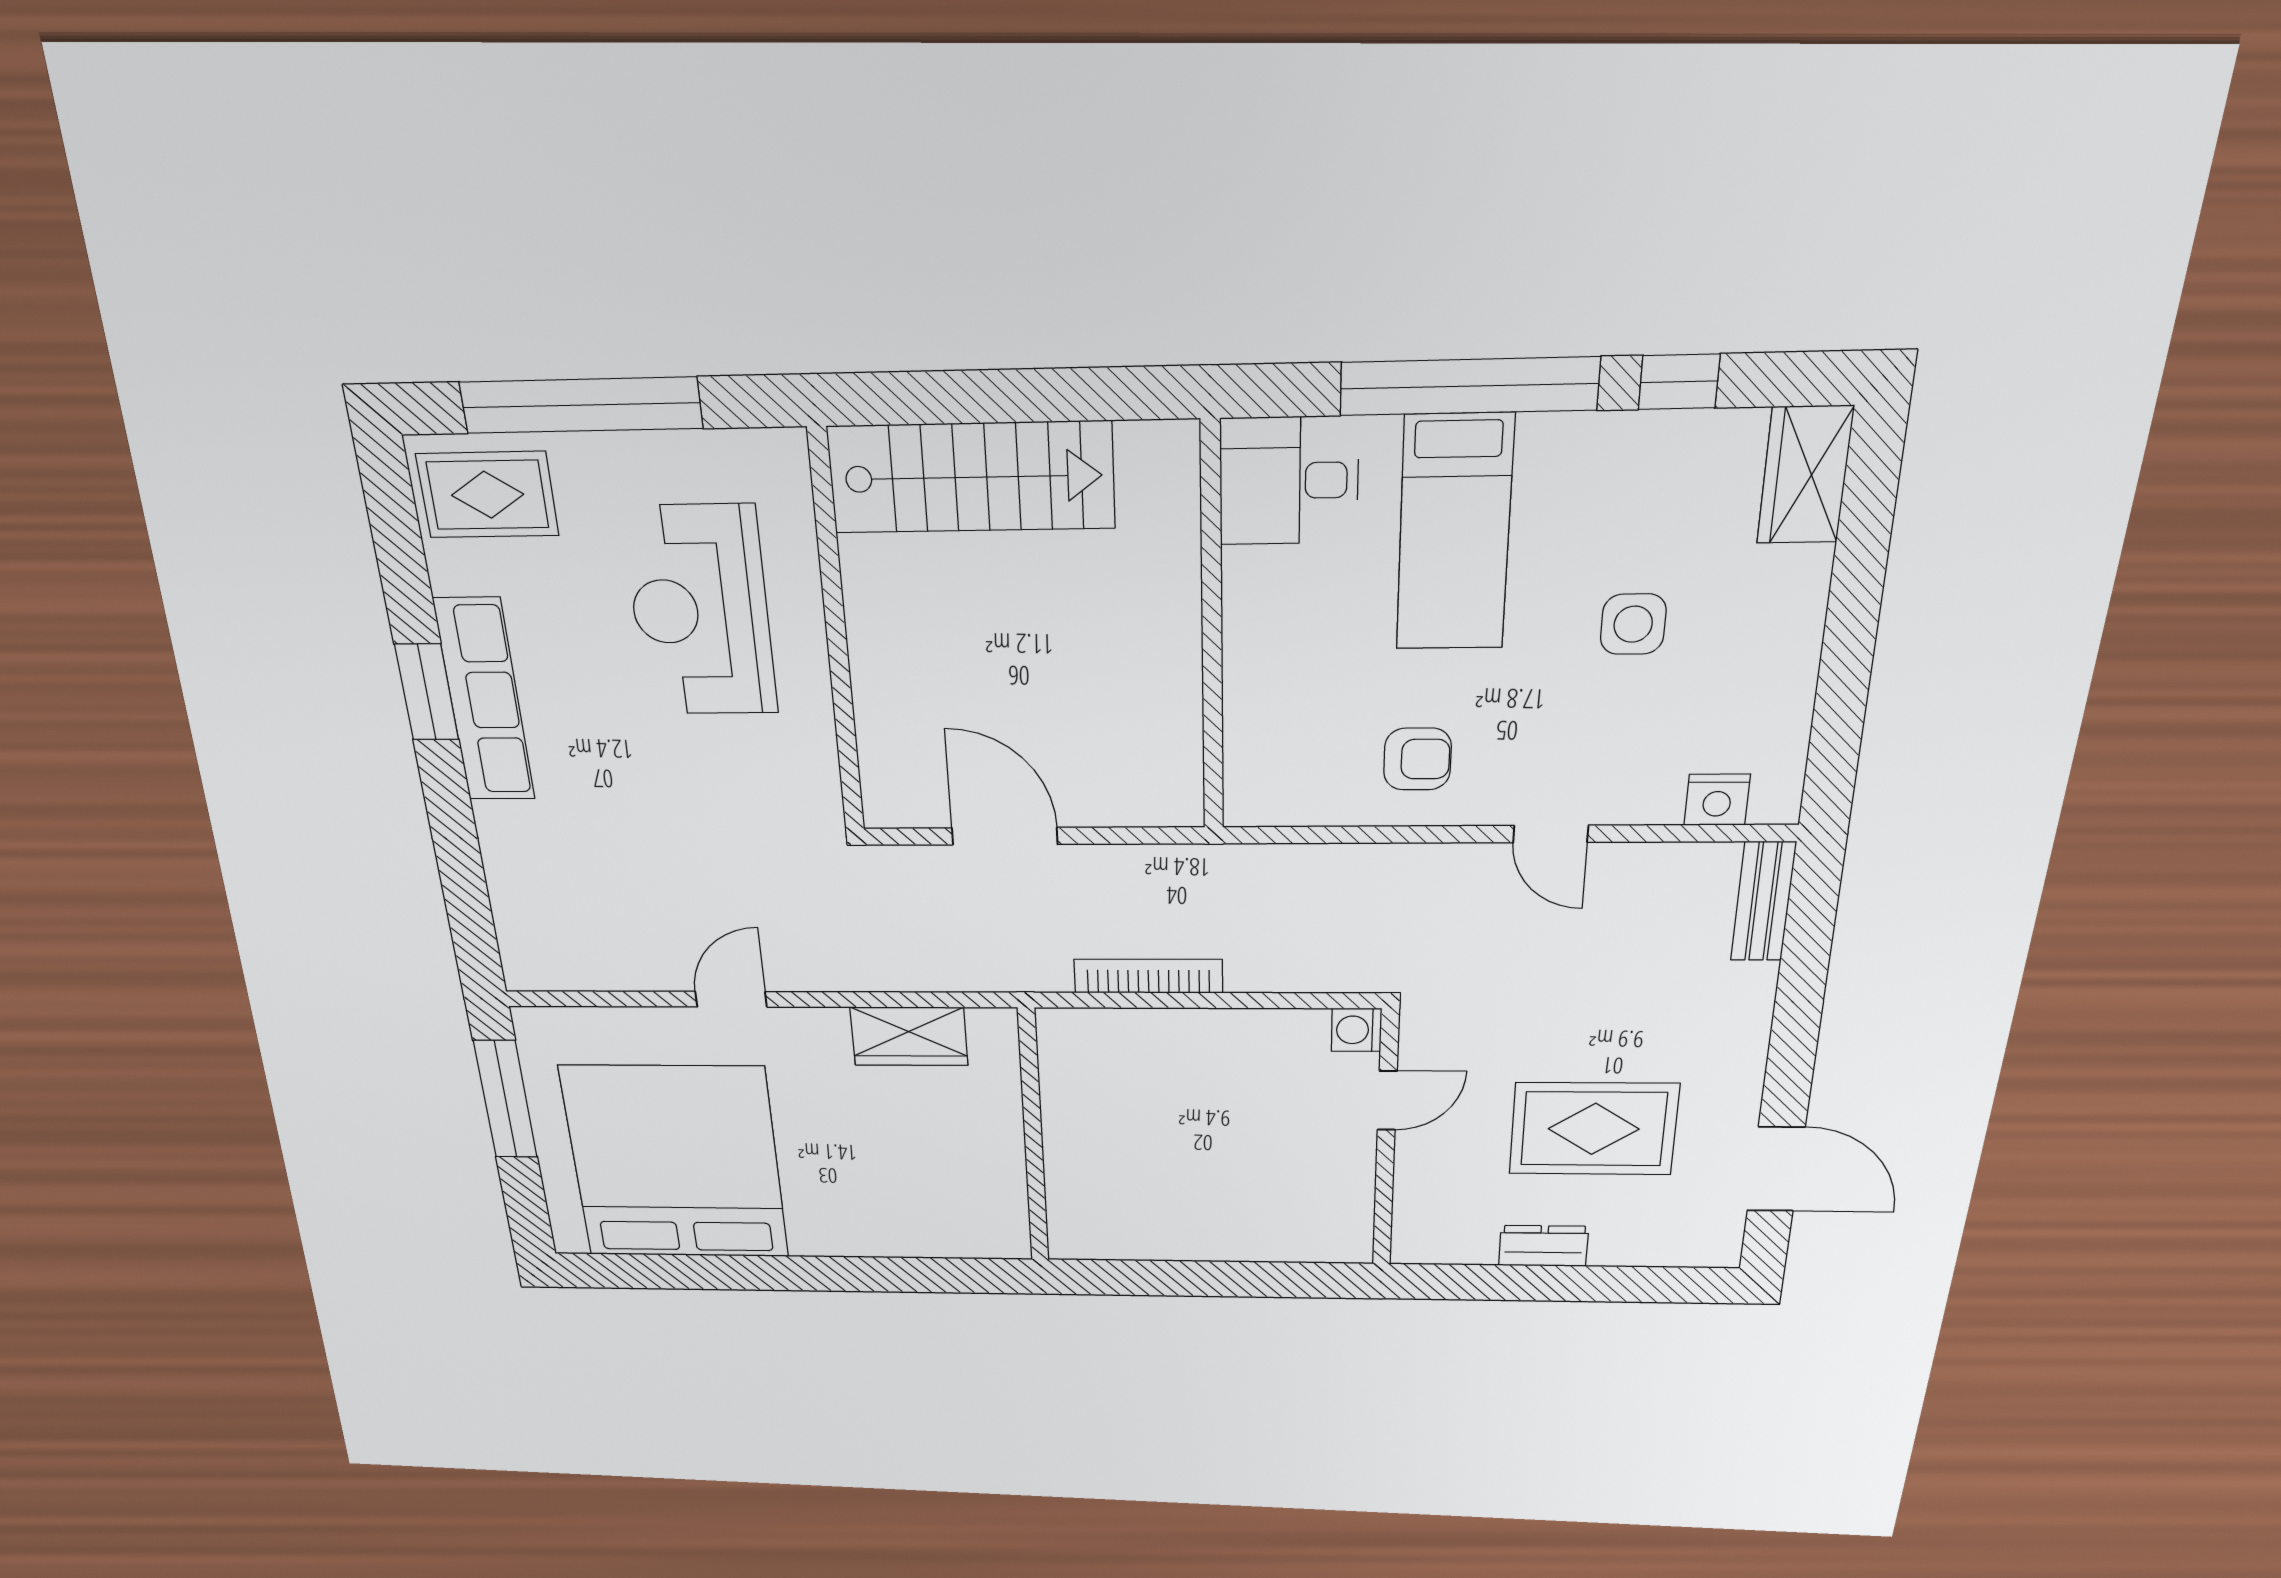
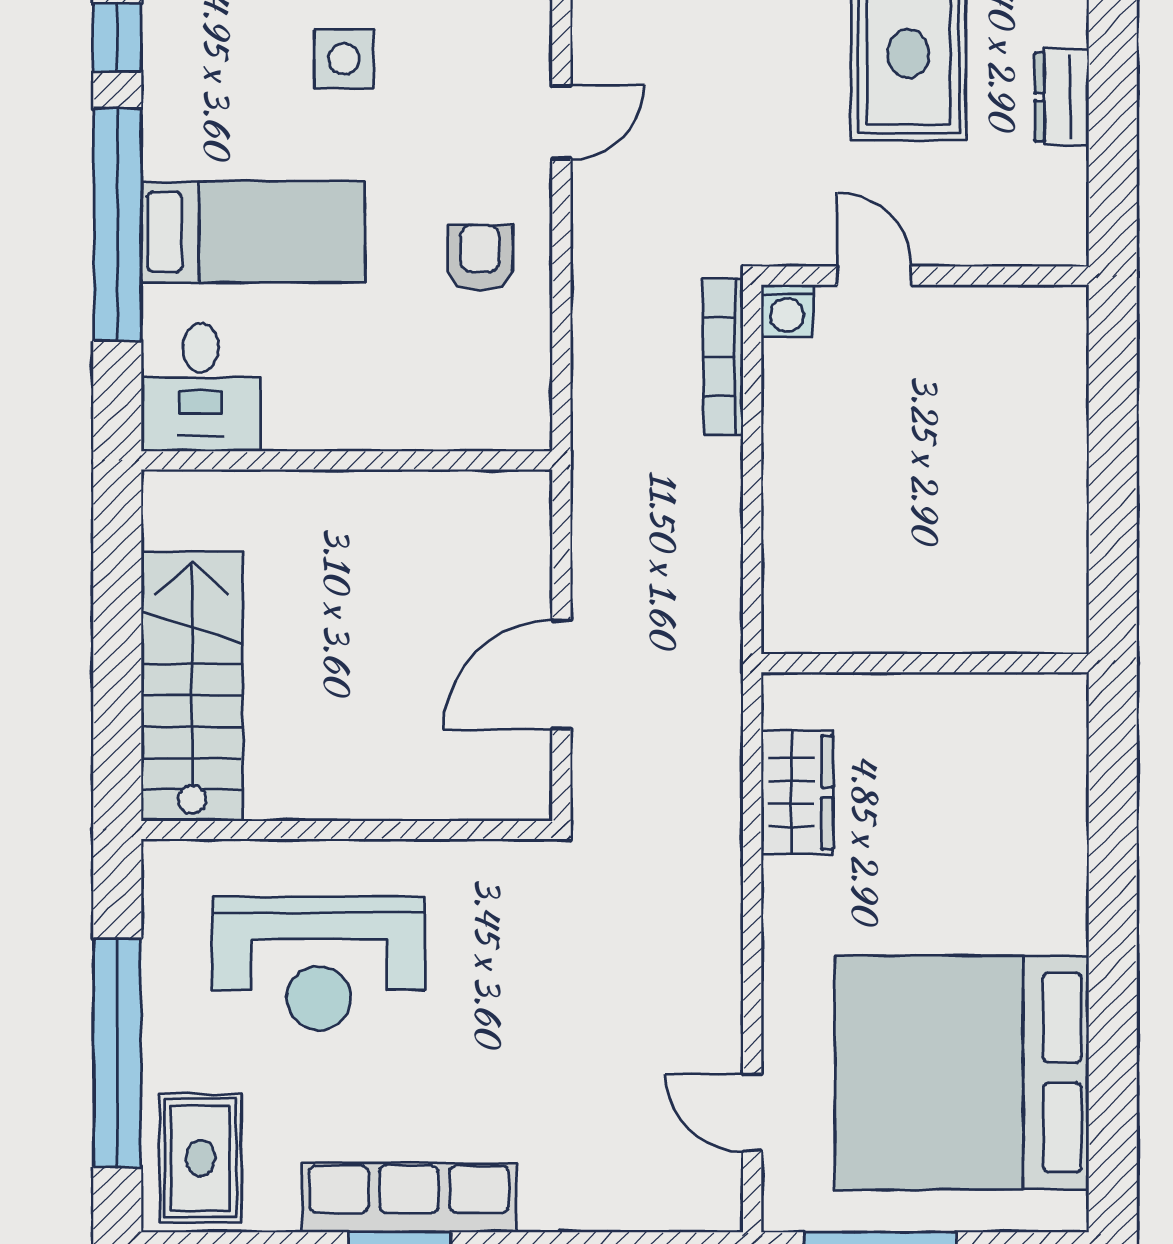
bookcase: (1148, 976) -> (723, 357), moved
door: (731, 999) -> (752, 1113), moved

